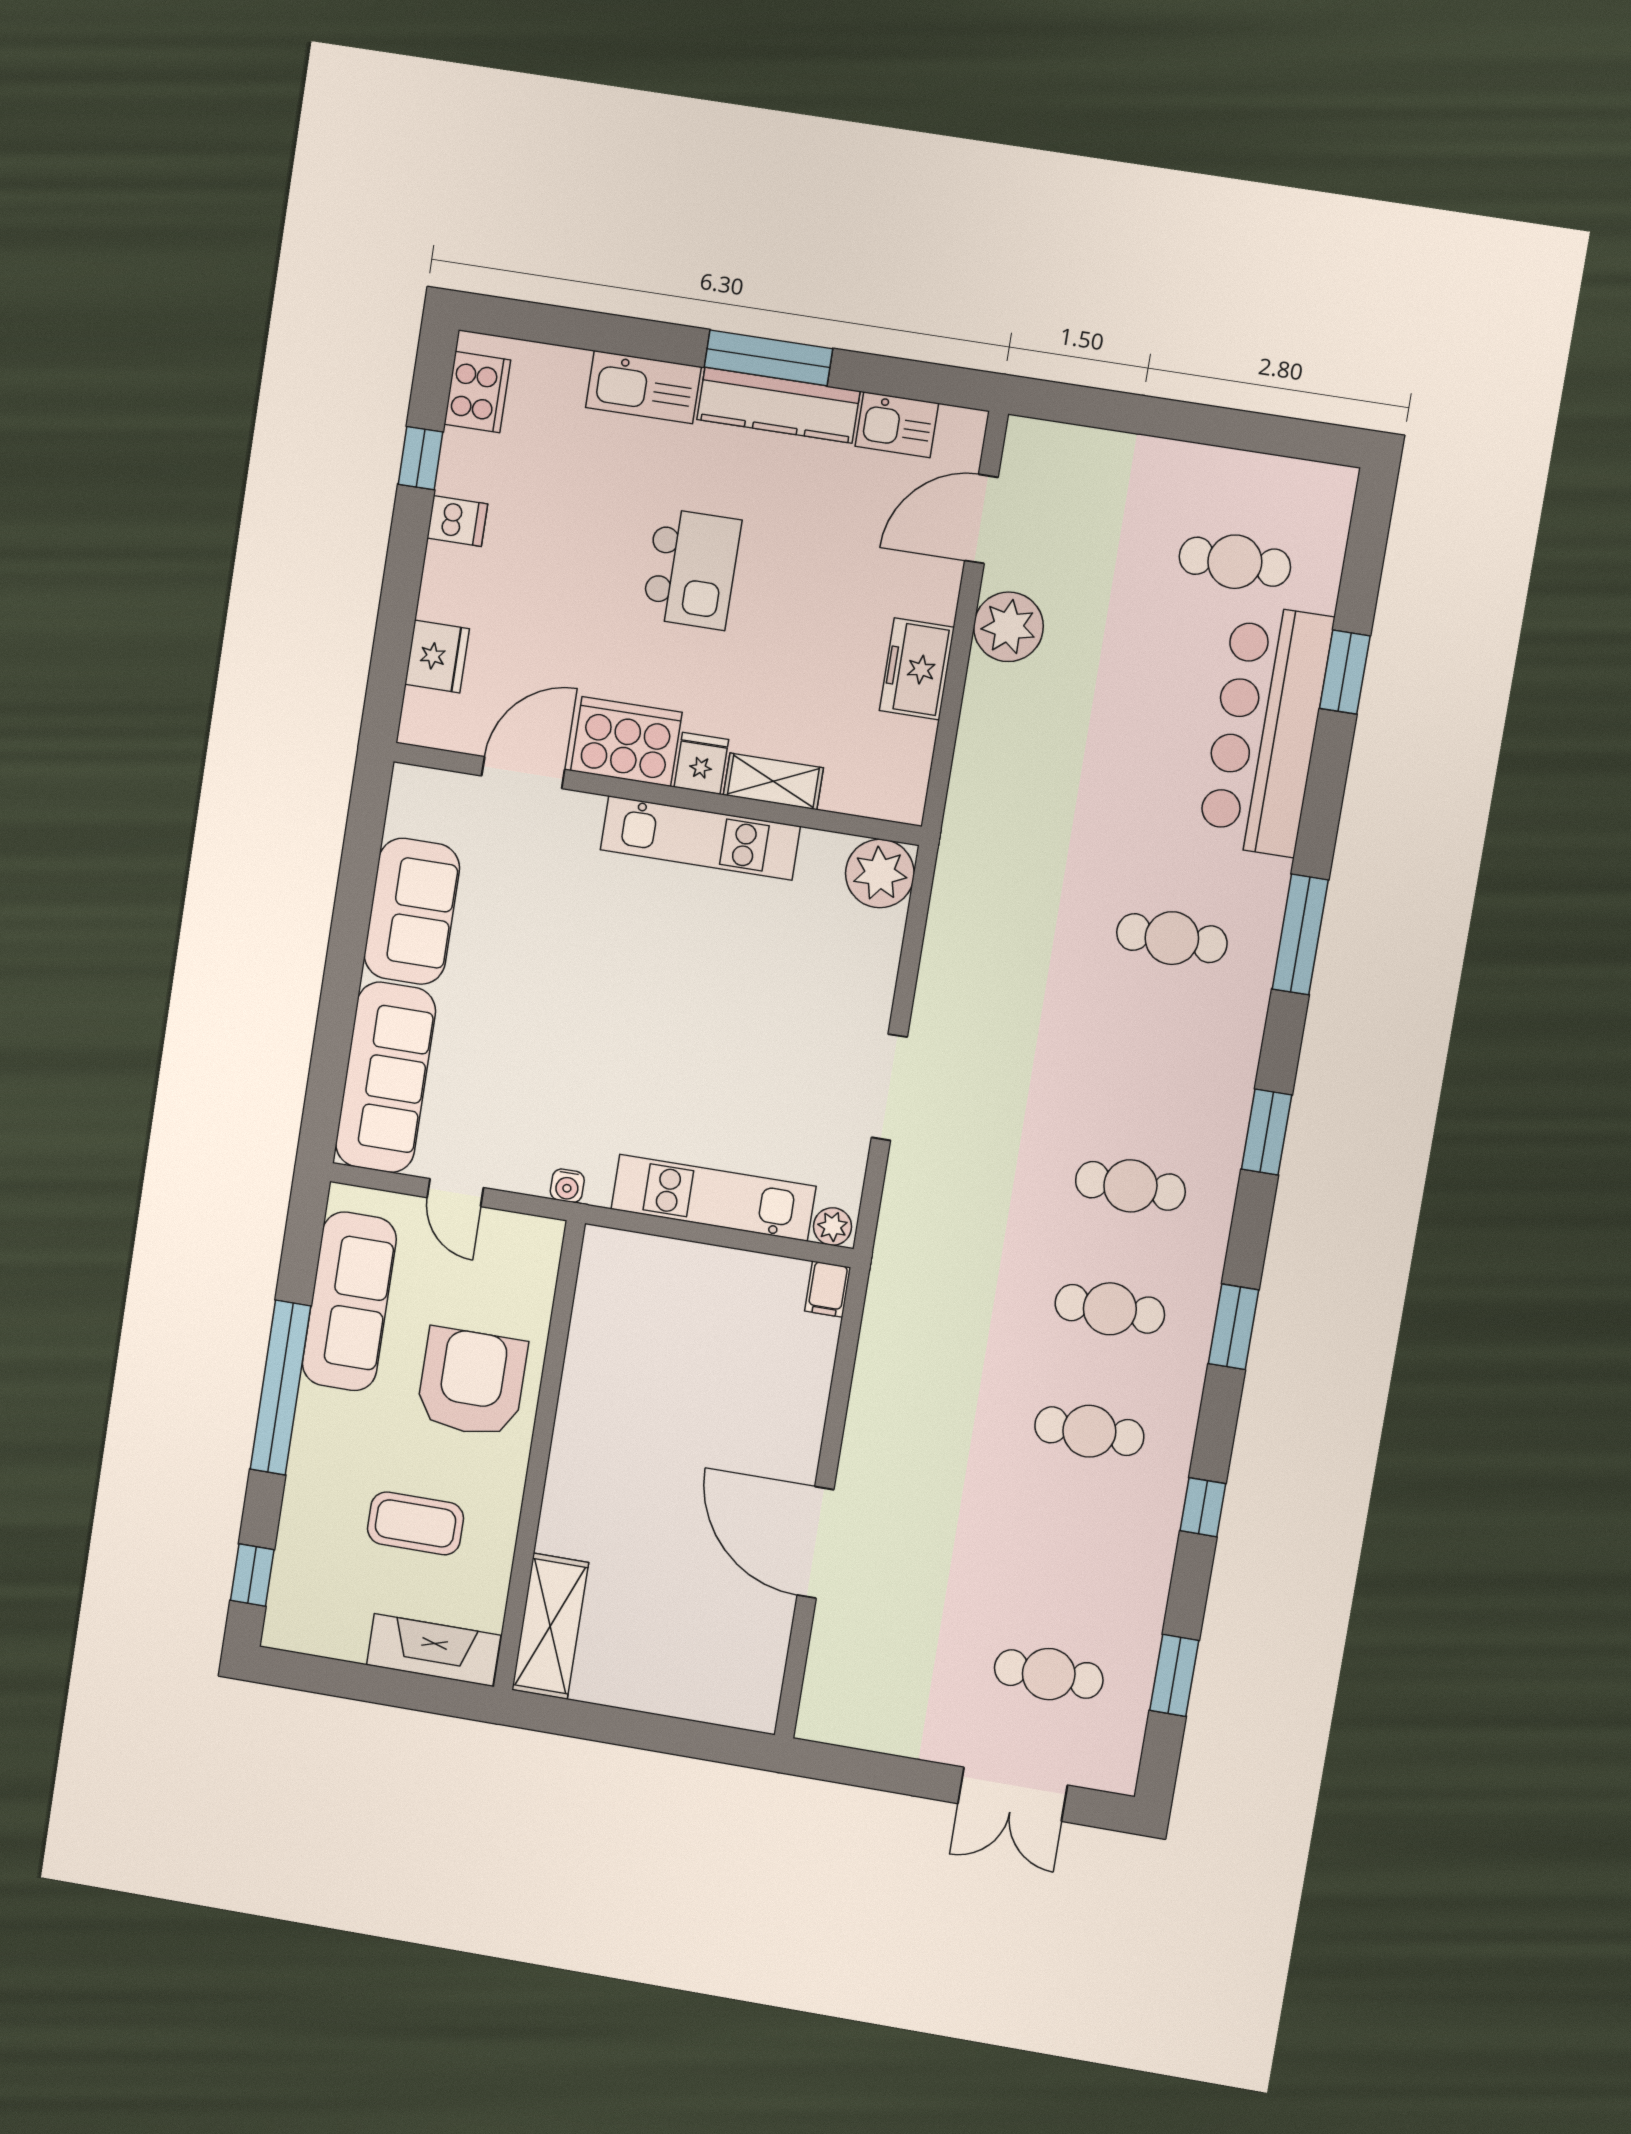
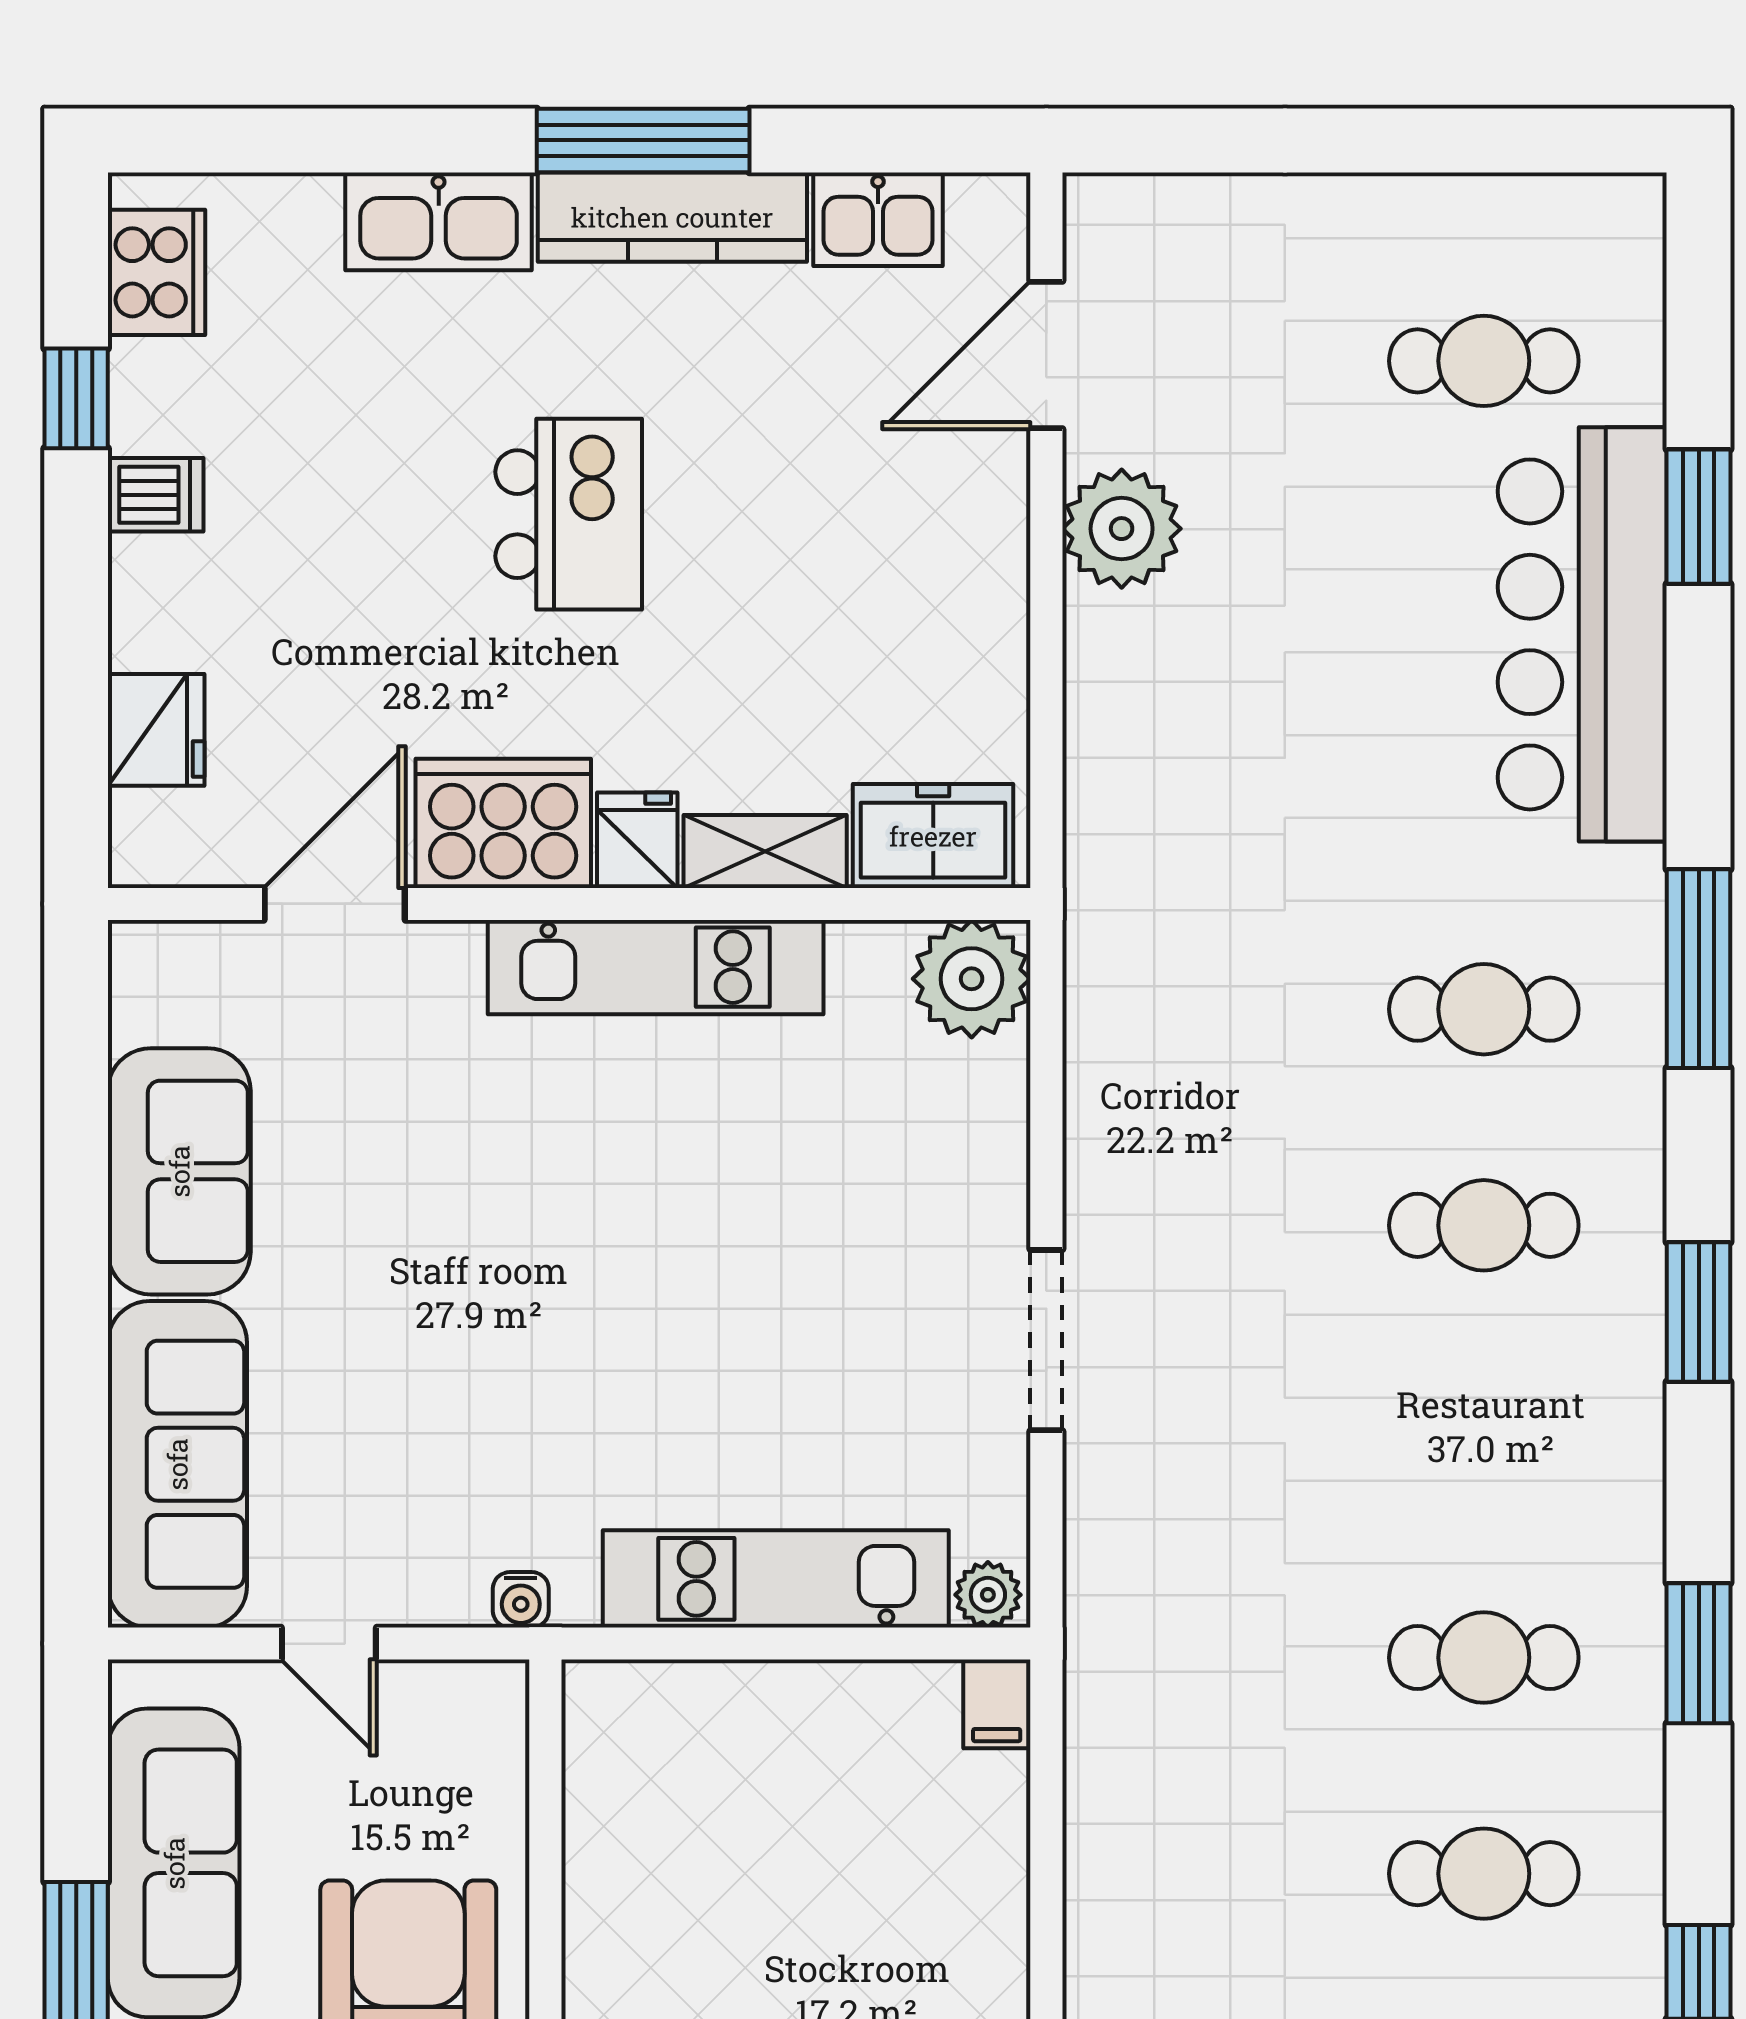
freezer: (917, 669) -> (933, 836), moved, turned 90
cafe table: (1130, 1186) -> (1484, 1225), moved

